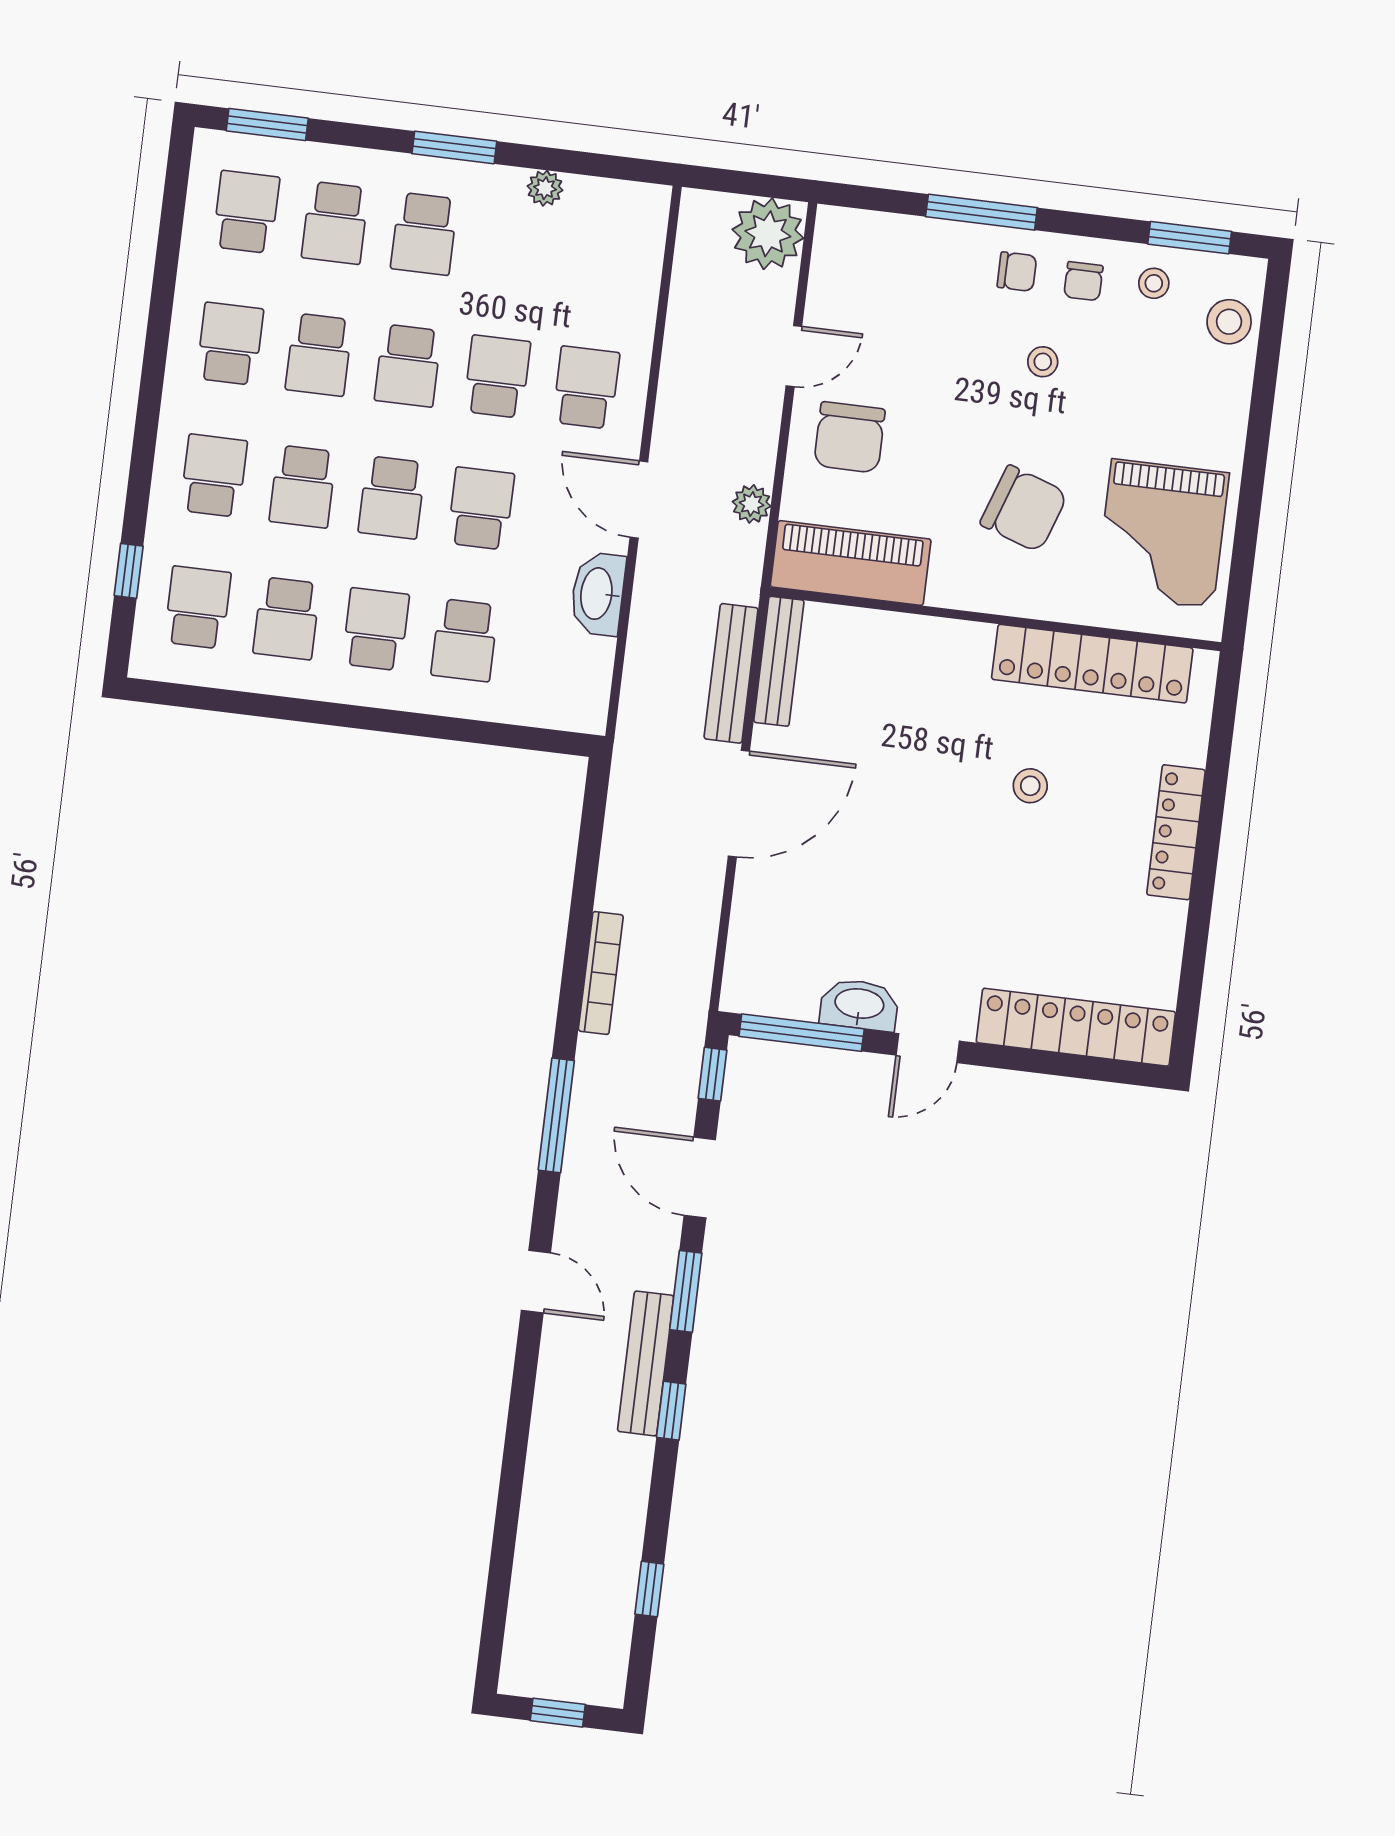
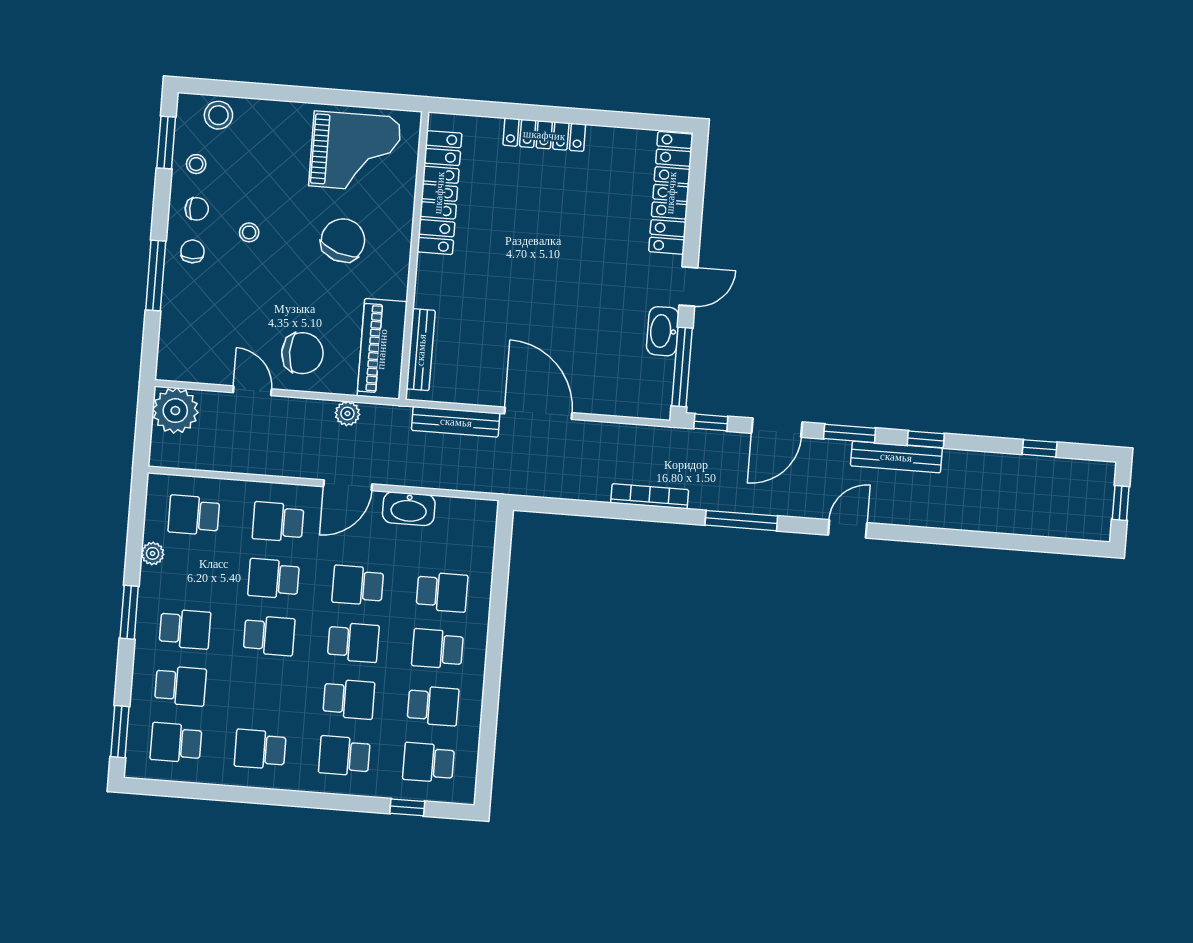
school desk: (319, 355) -> (194, 515), moved, turned 180
bench: (779, 661) -> (421, 350), moved, turned 90
stool: (1030, 786) -> (519, 229), removed
door: (928, 1048) -> (688, 286), hinge flipped

